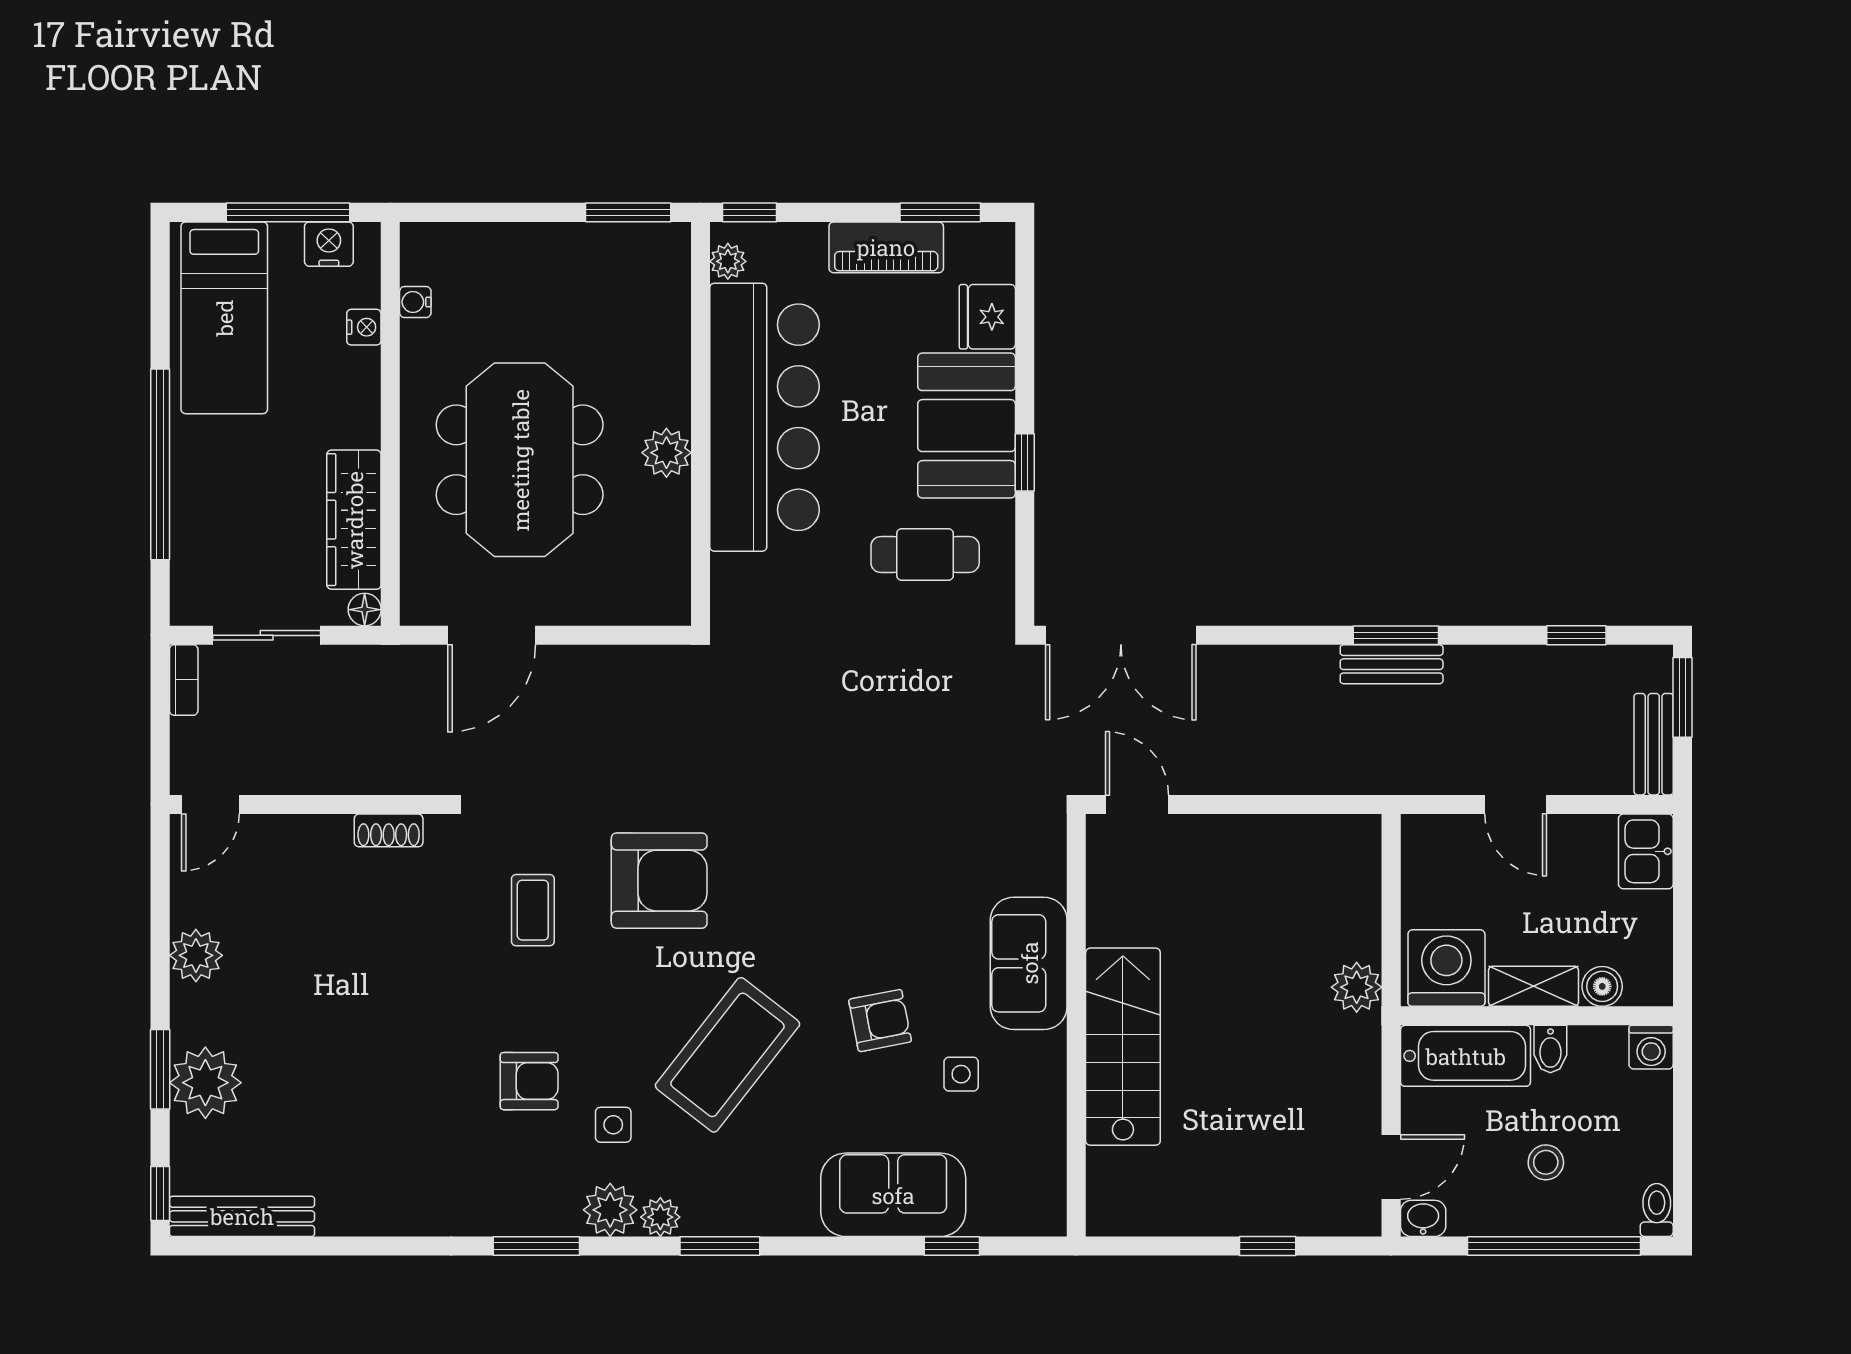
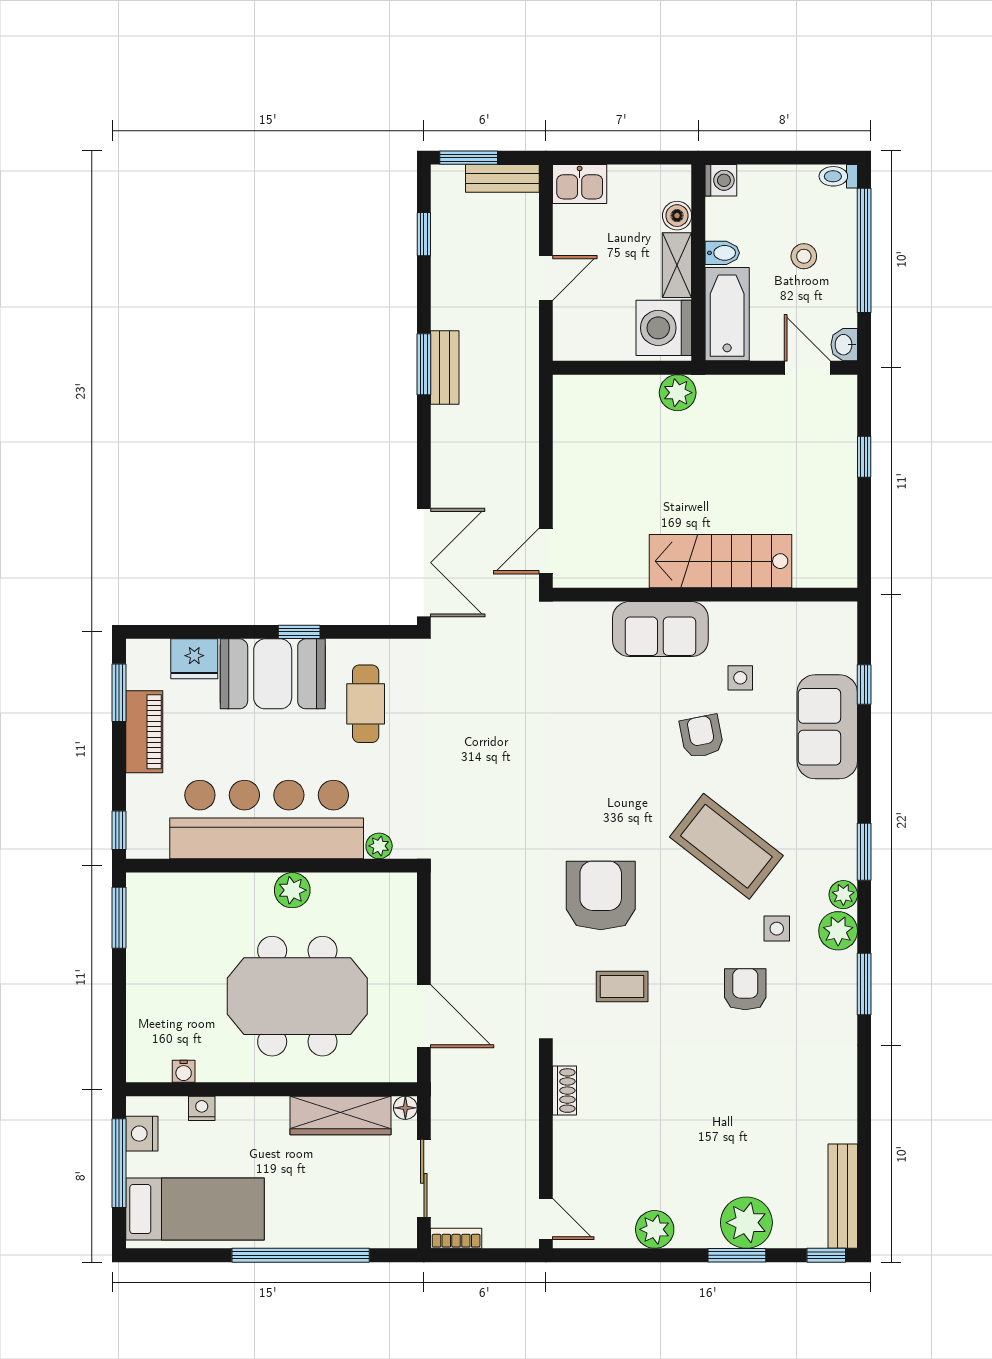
plant: (728, 261) -> (379, 846), moved

